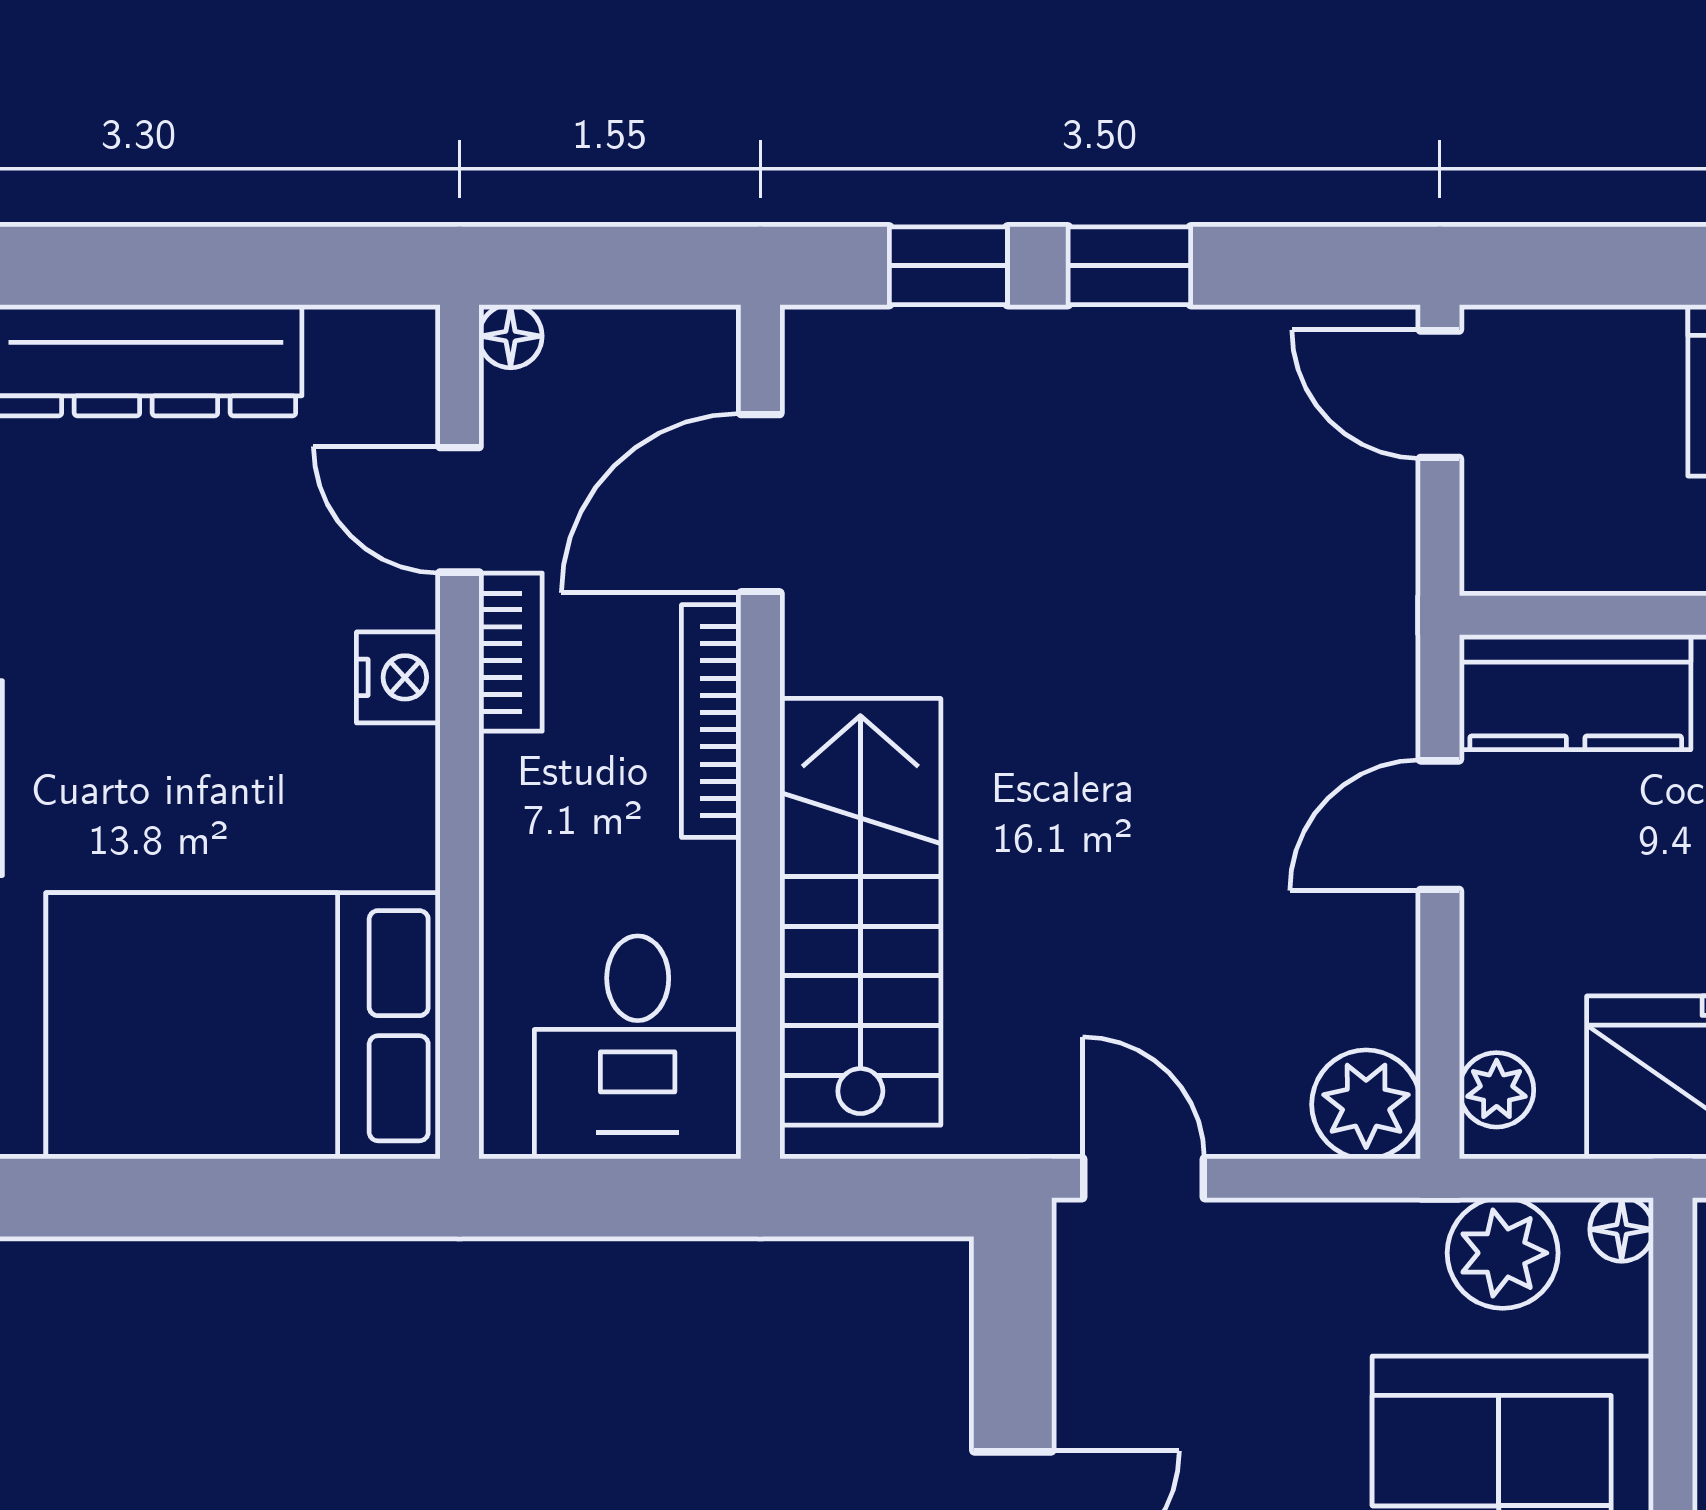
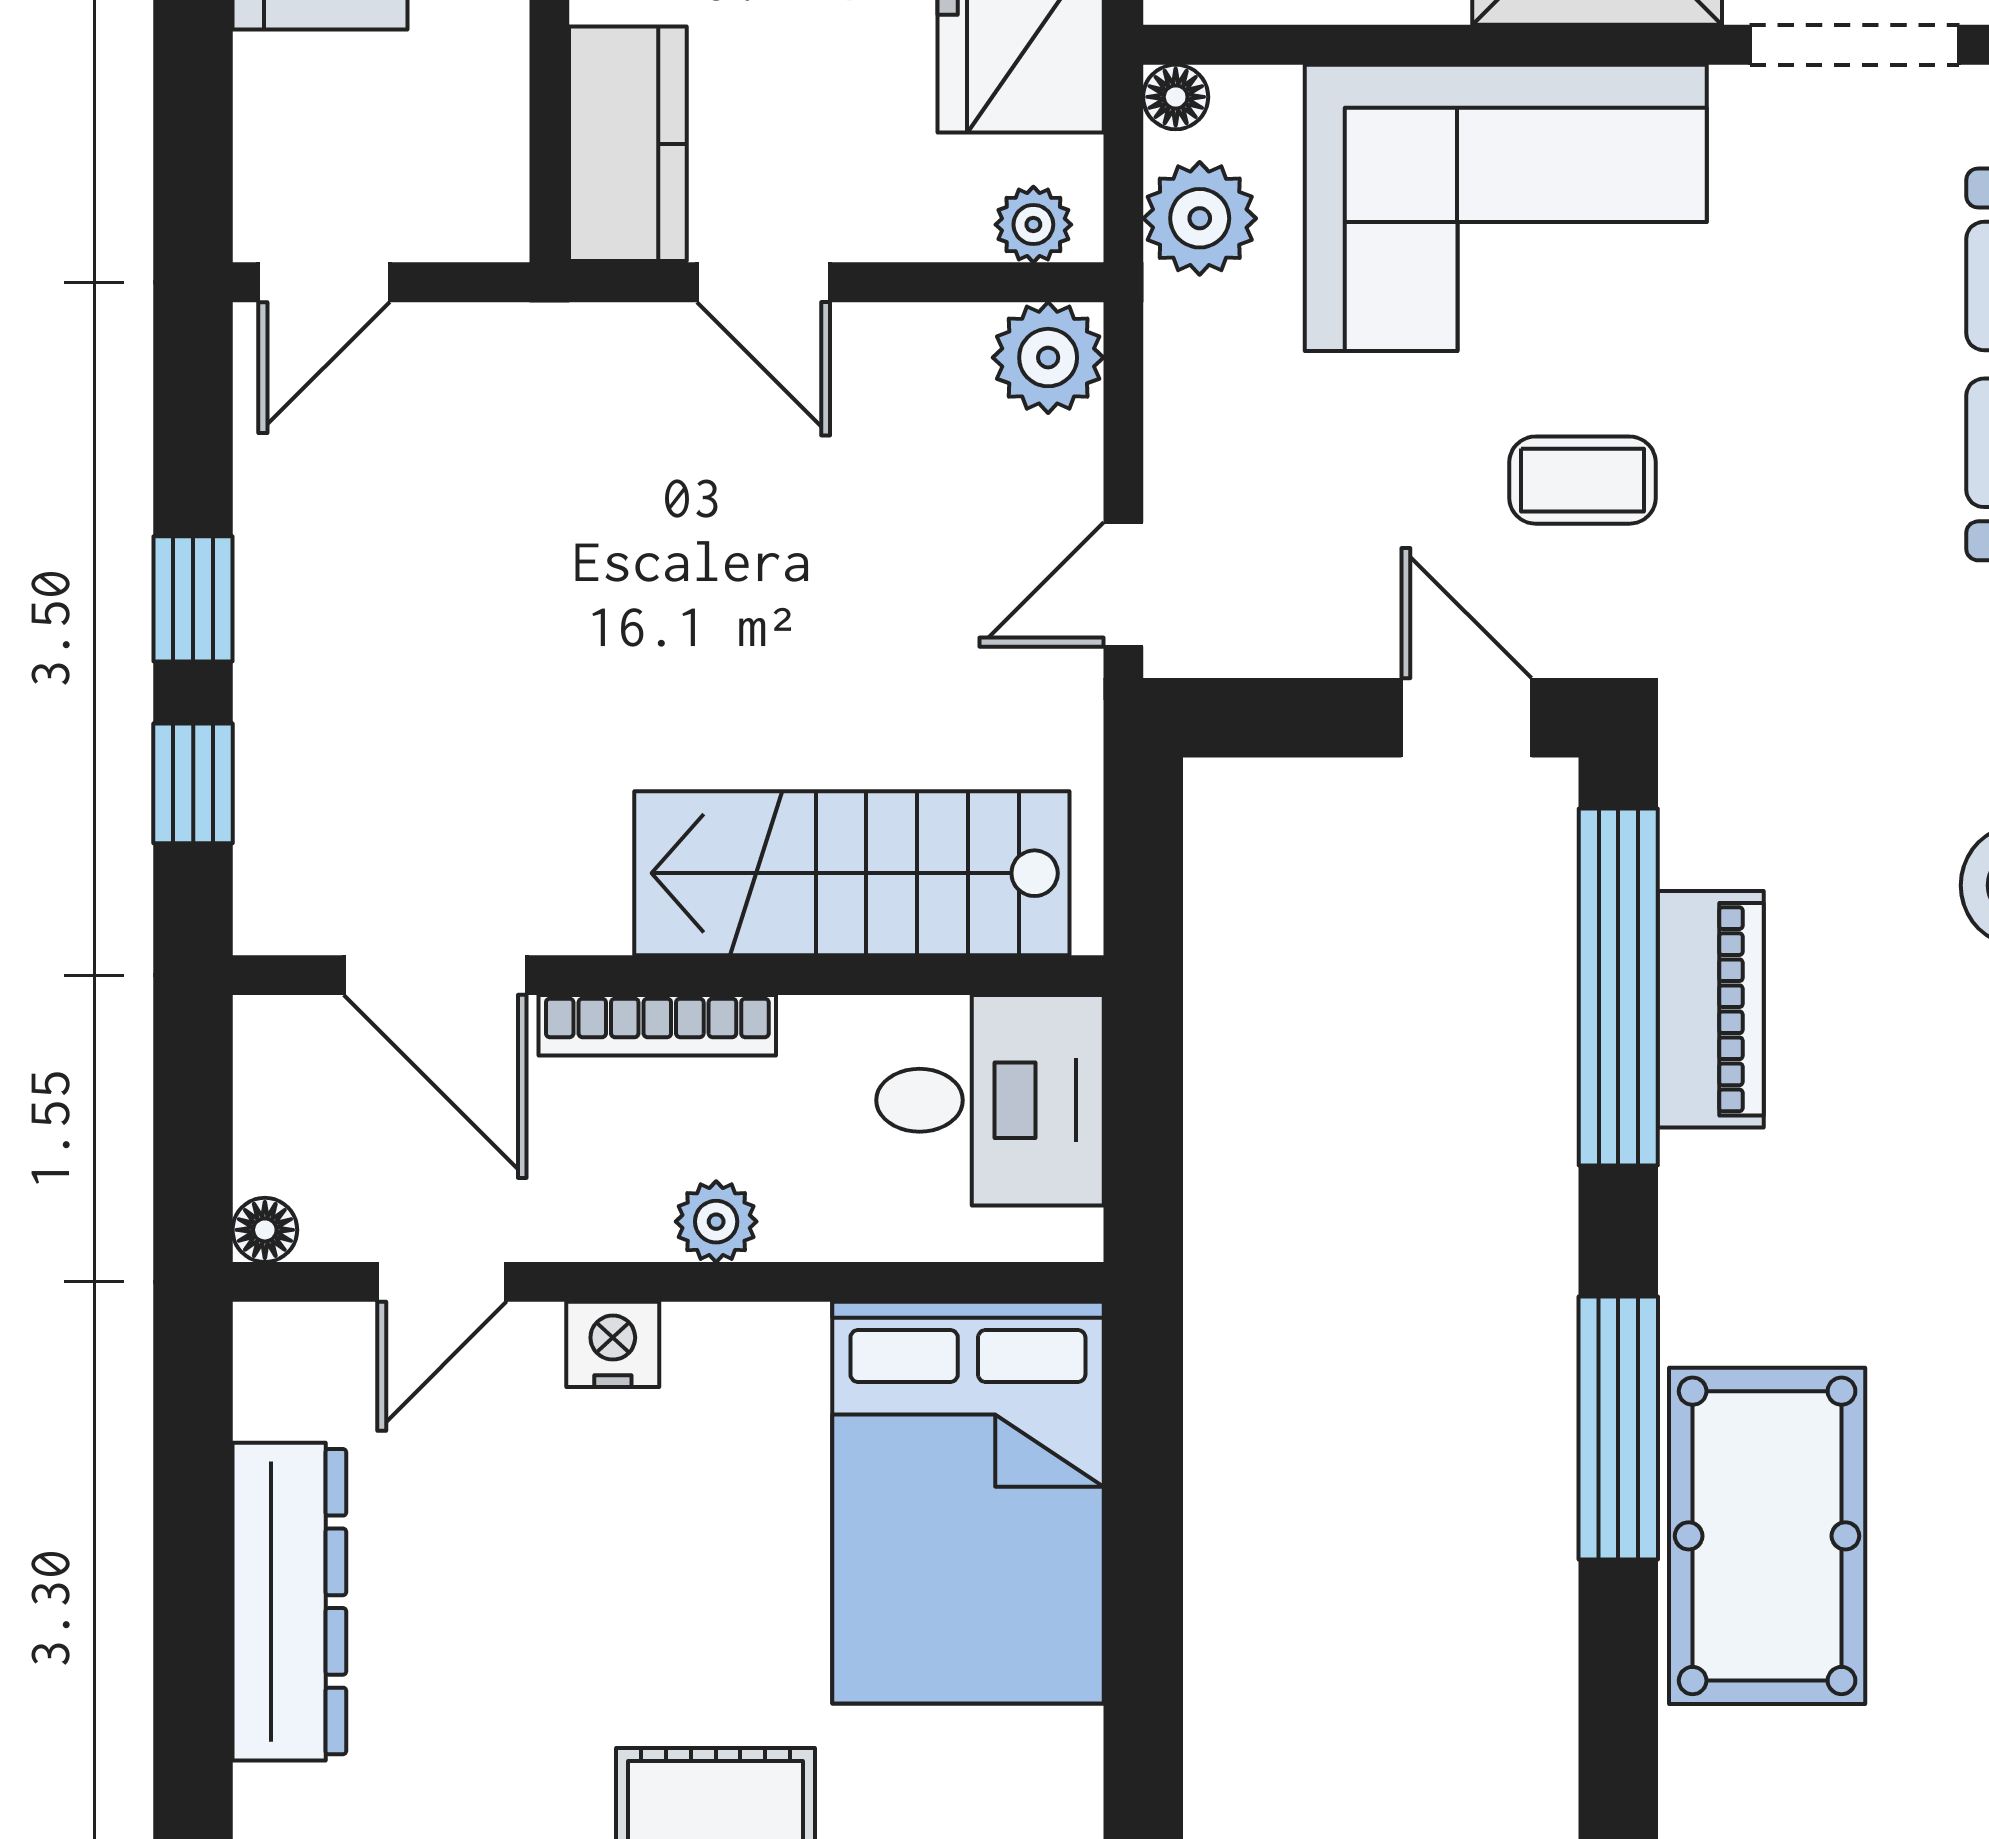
bookcase: (511, 652) -> (587, 1230), removed
plant: (519, 779) -> (716, 1222), added

